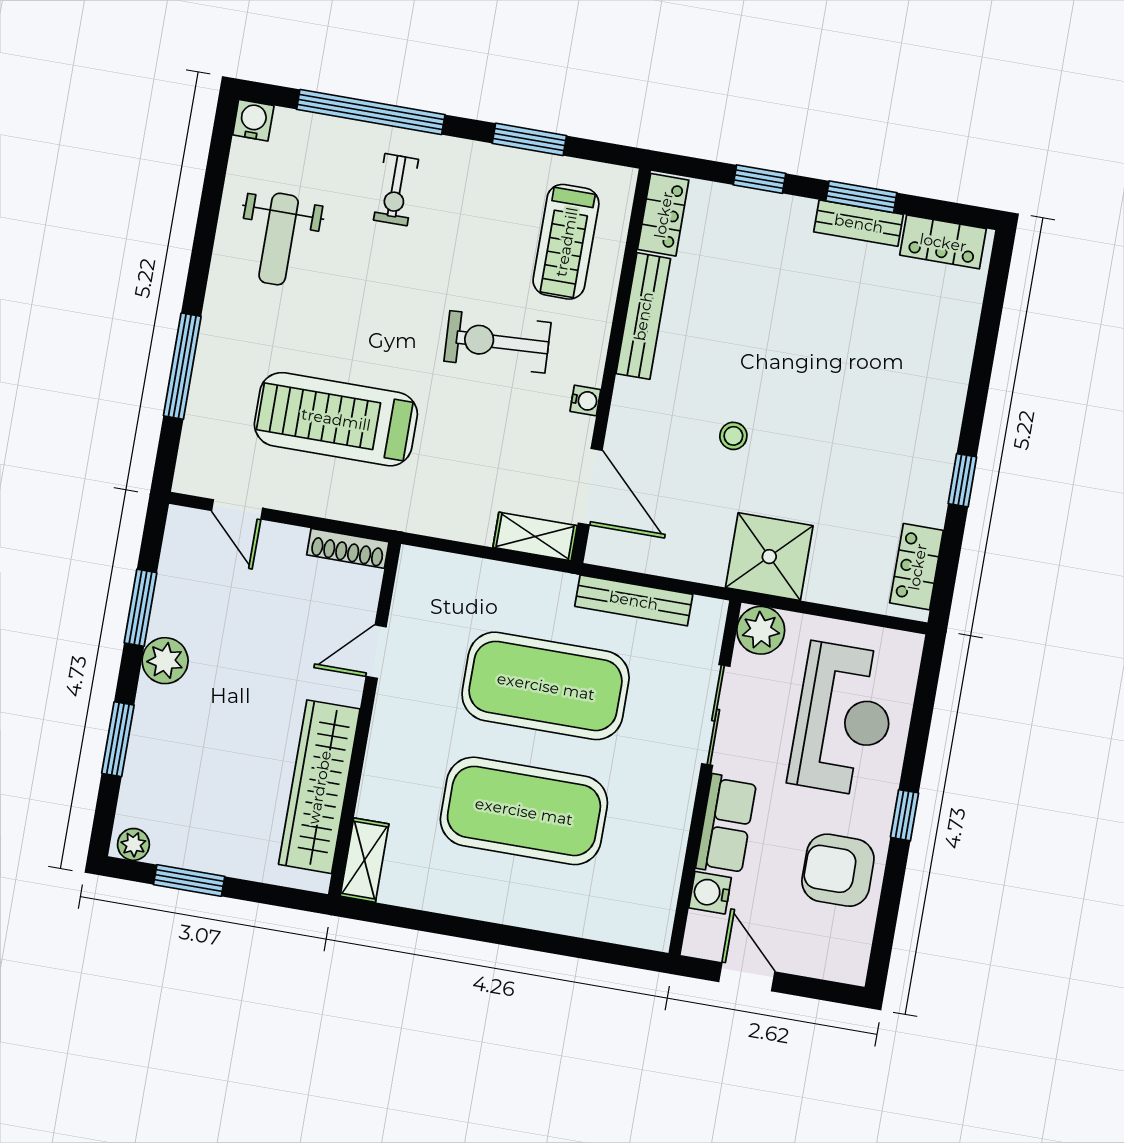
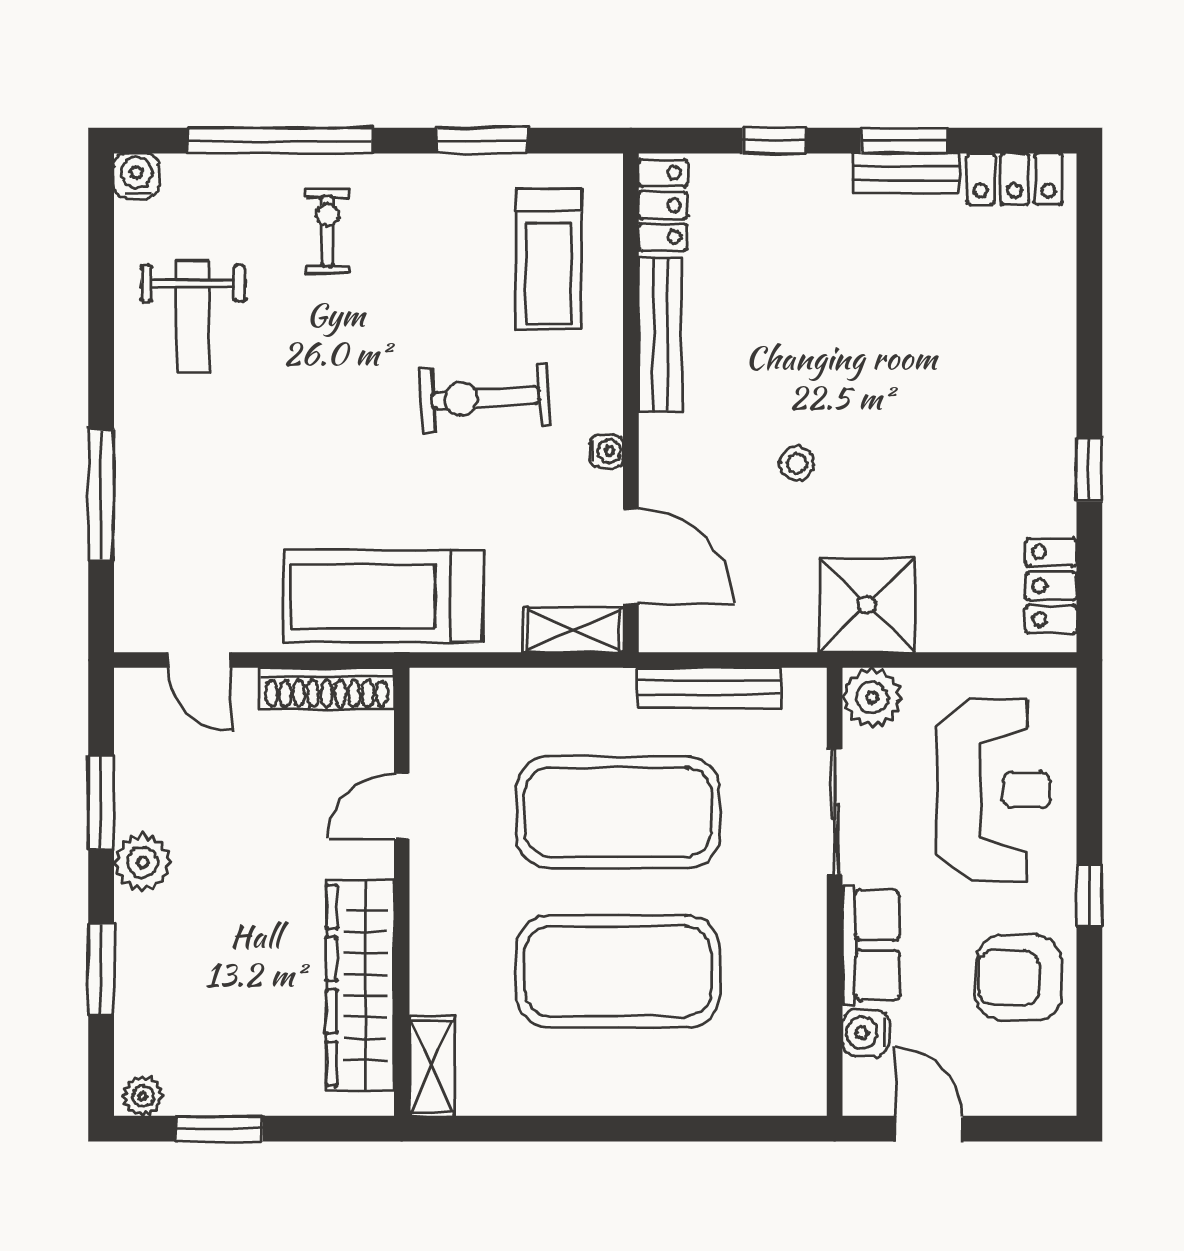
exercise bike: (396, 190) -> (327, 231), turned 180
treadmill: (336, 419) -> (383, 597), moved
shoe rack: (348, 548) -> (327, 689), width x1.36, depth x1.24

